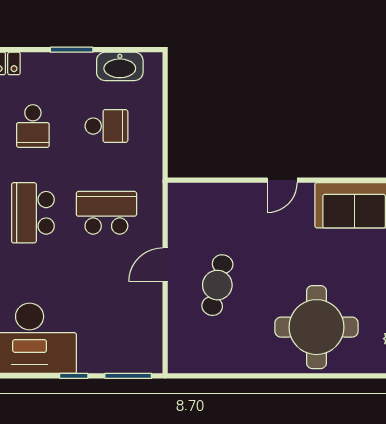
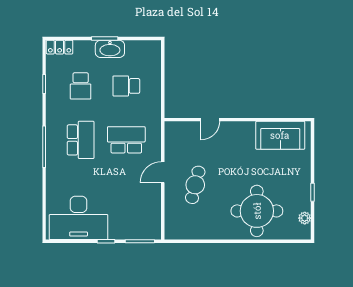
washbasin: (120, 66) -> (110, 49), moved
school desk: (106, 126) -> (126, 86), turned 180
door: (282, 180) -> (210, 120), moved
school desk: (33, 213) -> (81, 140), turned 180

